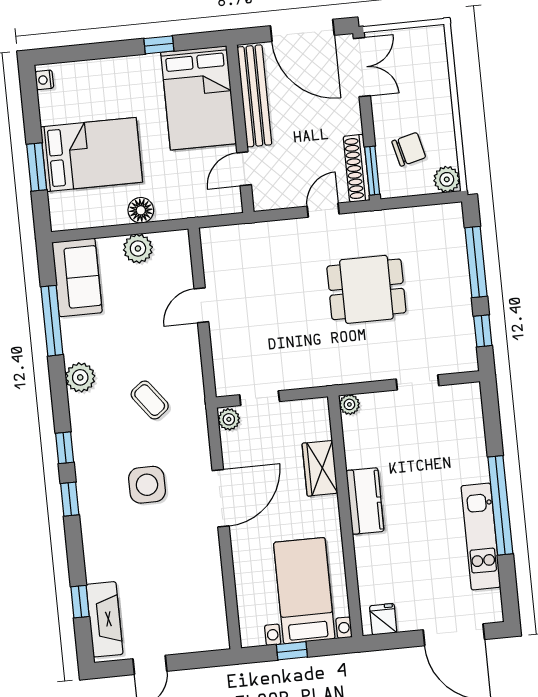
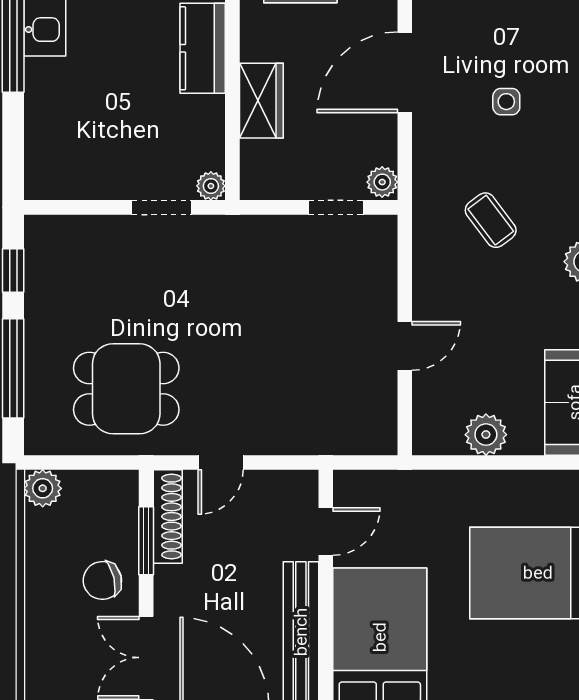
chair: (409, 149) -> (102, 580), moved
window: (372, 171) -> (146, 541), moved
floor lamp: (141, 210) -> (477, 488), removed
dining table: (366, 289) -> (126, 389), moved
doorway: (418, 382) -> (162, 207), moved
side table: (147, 485) -> (506, 102), width x0.54, depth x0.54

